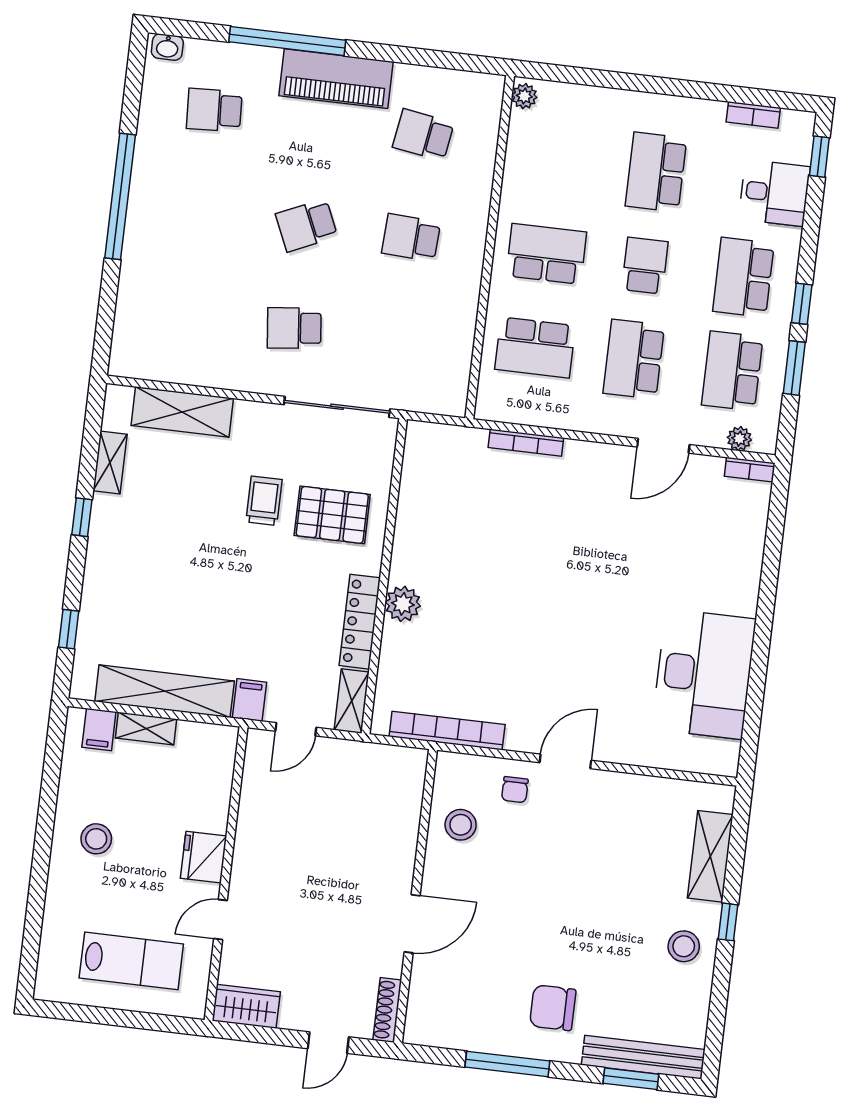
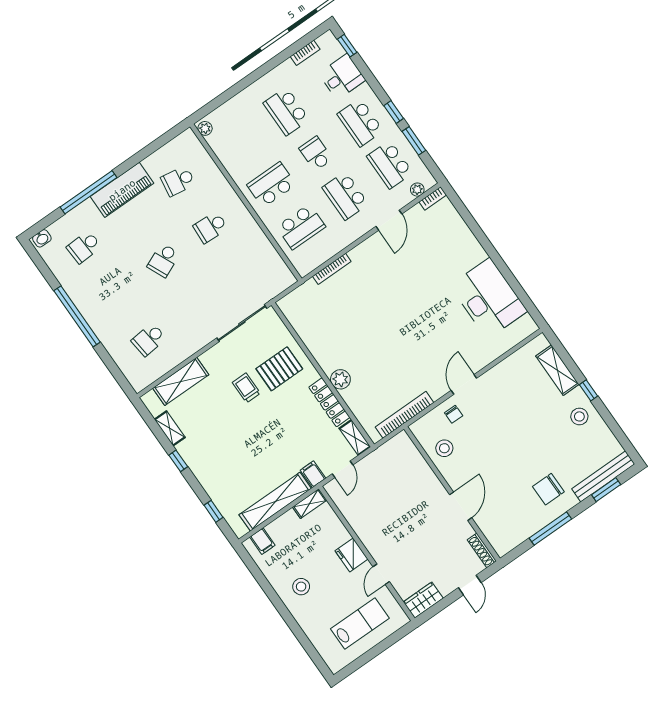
school desk: (294, 328) -> (149, 340), moved
shelving: (146, 728) -> (310, 504), moved

